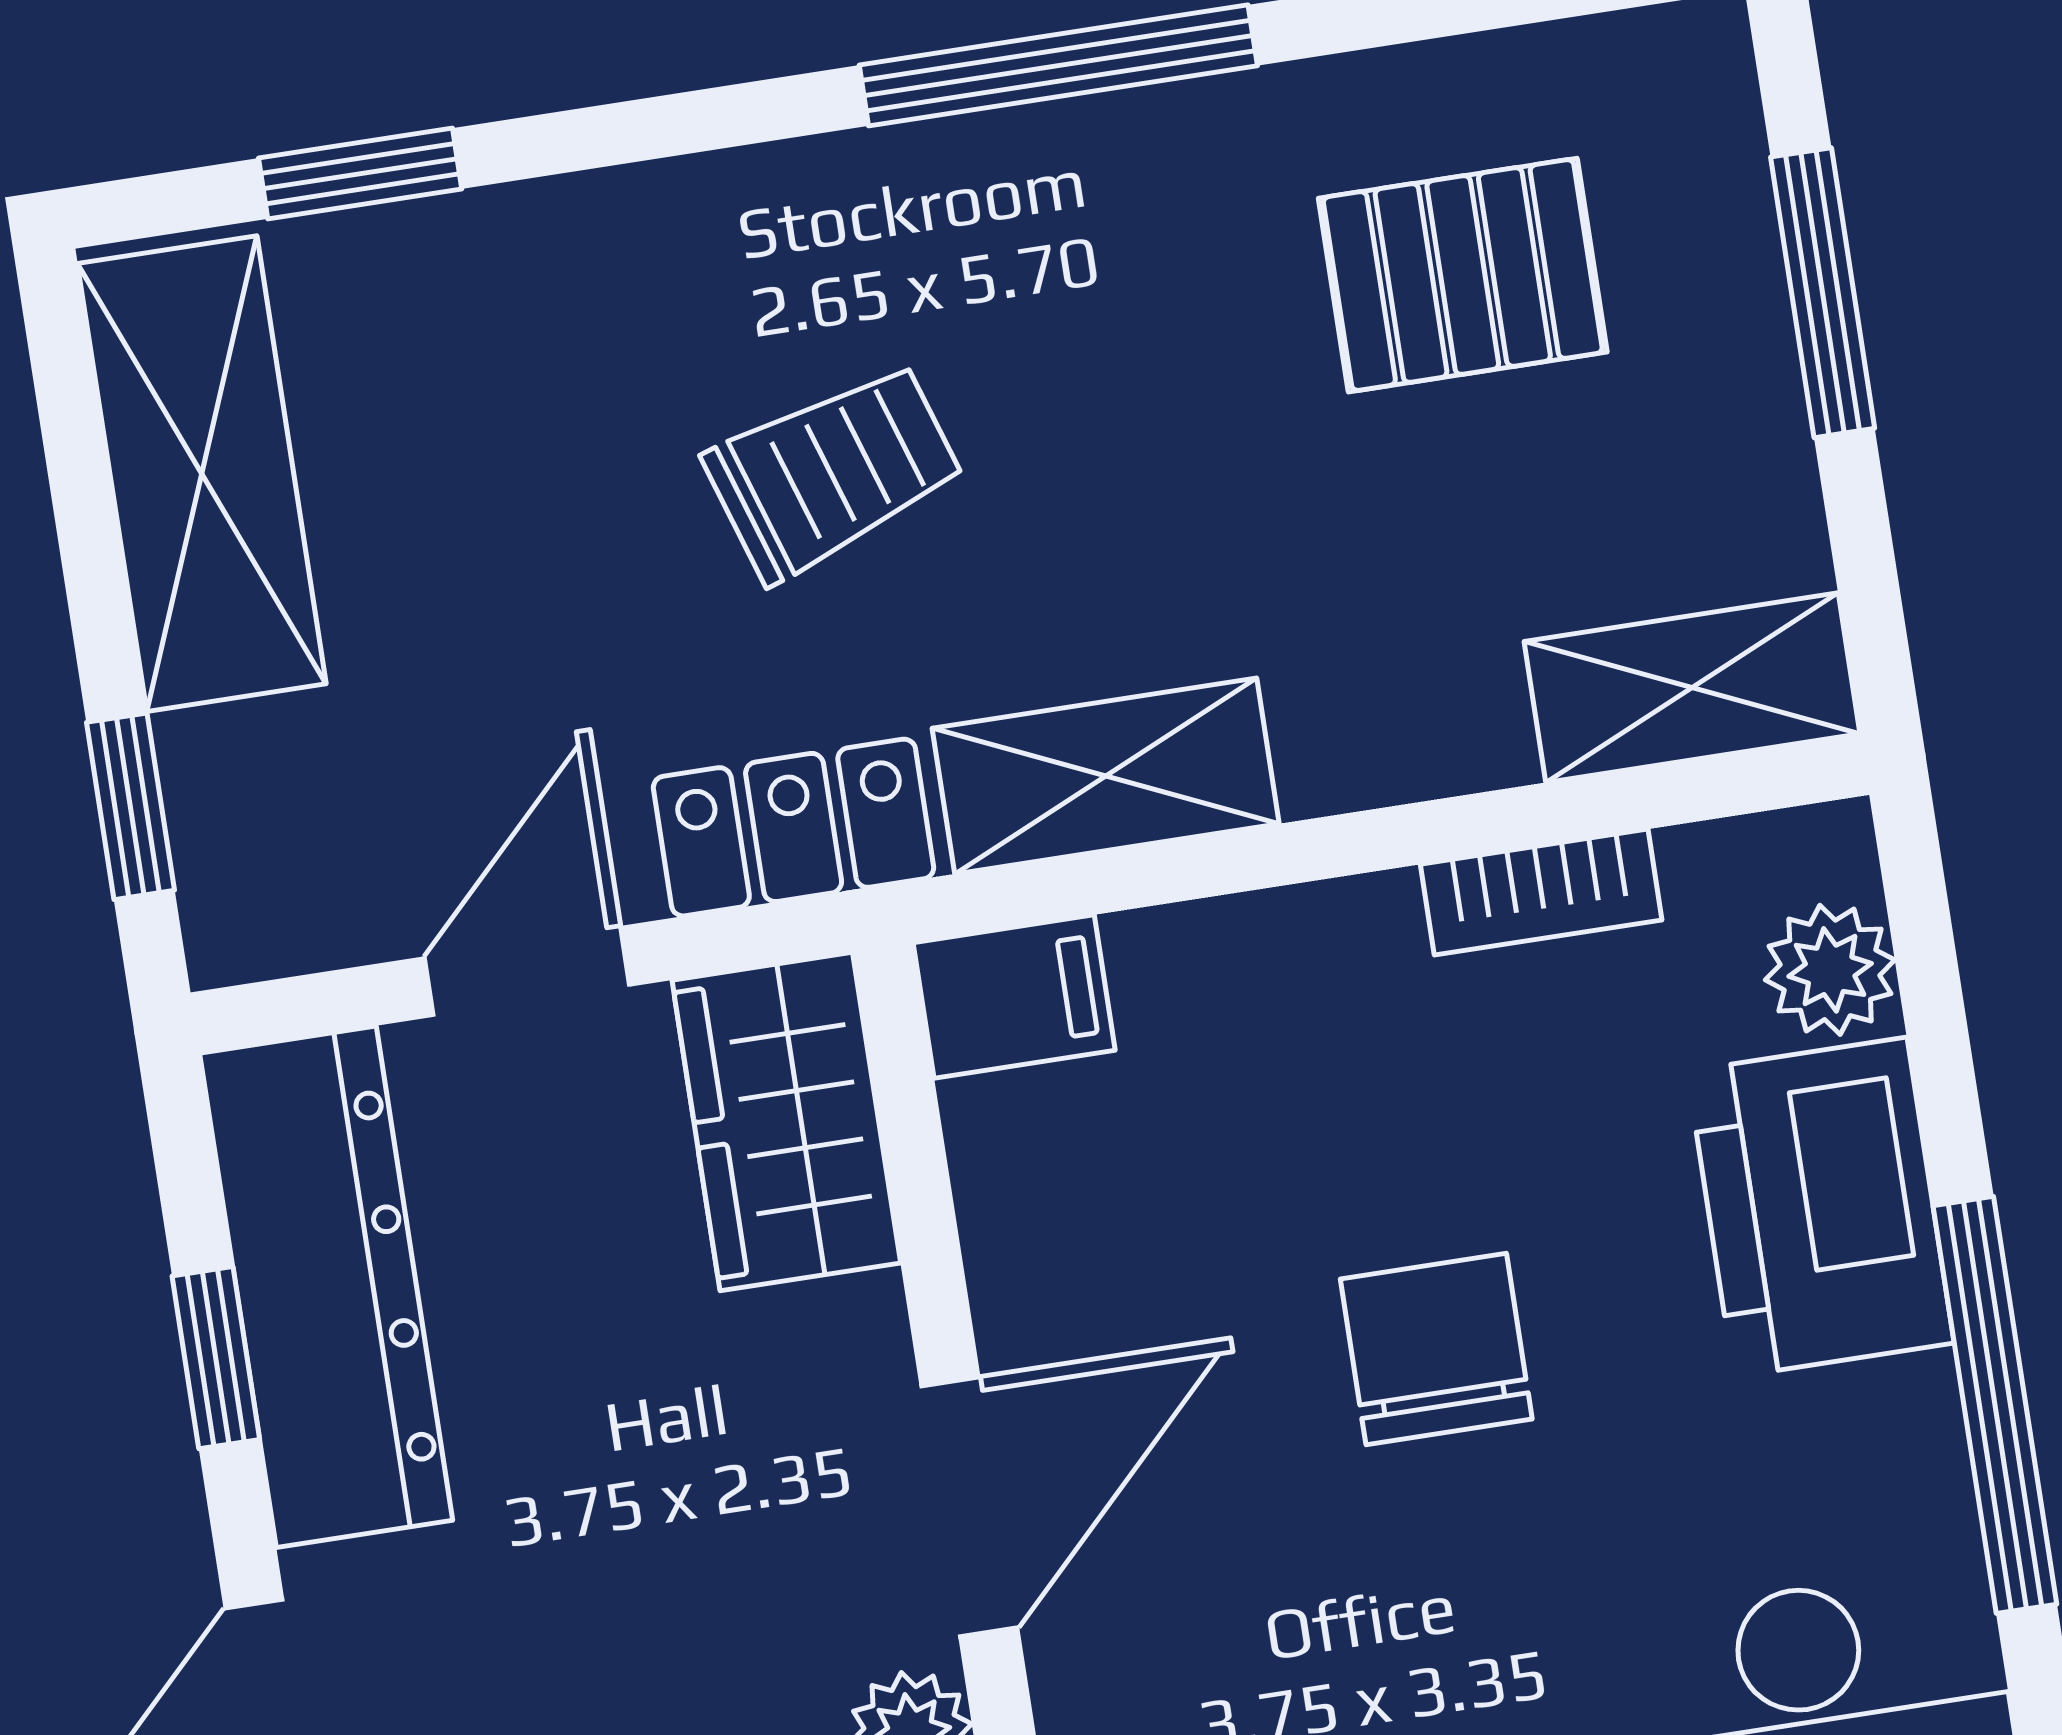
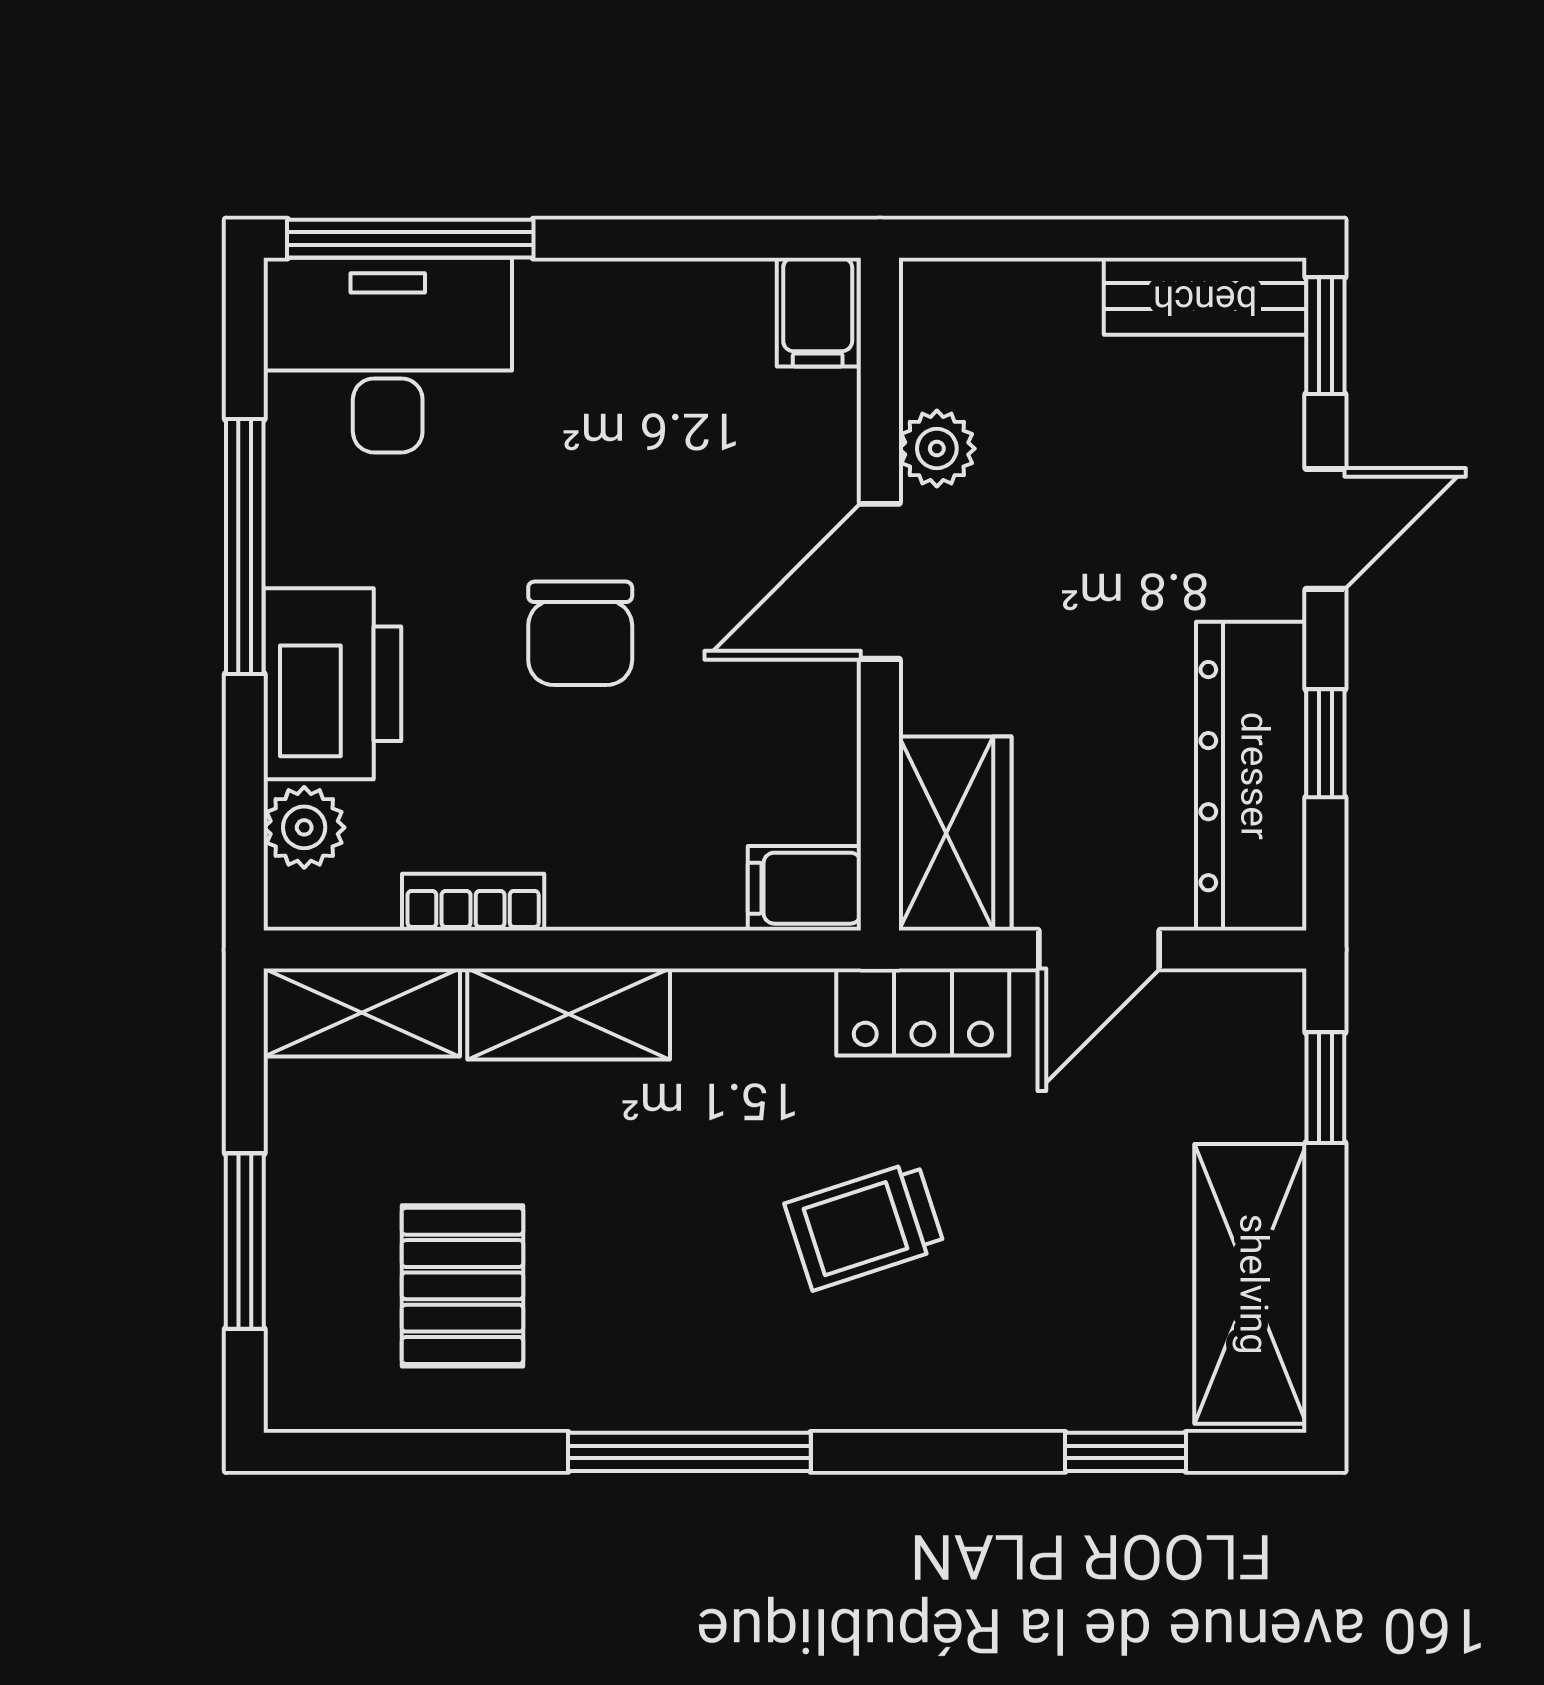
pallet: (1463, 275) -> (463, 1286), turned 90
shelving: (1106, 776) -> (569, 1014), moved

